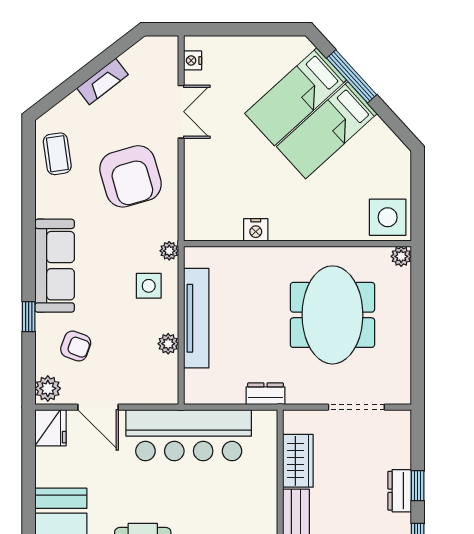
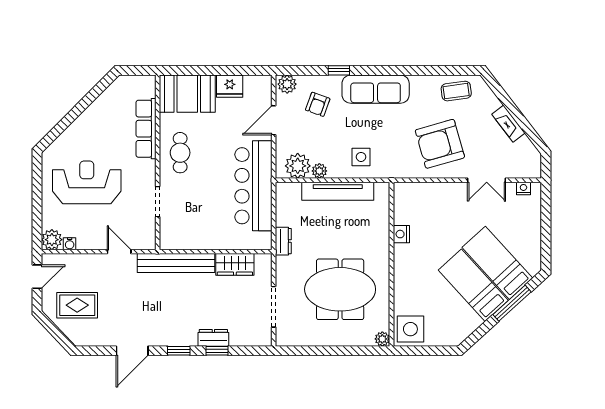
plant: (169, 251) -> (298, 166), moved, width x1.87, depth x1.87
fridge: (50, 428) -> (230, 86), moved

